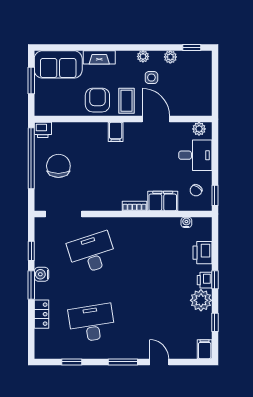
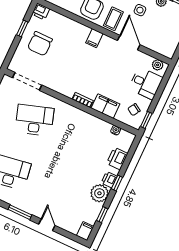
window: (31, 158) -> (22, 28), width x0.32
chair: (58, 166) -> (40, 44), turned 180

